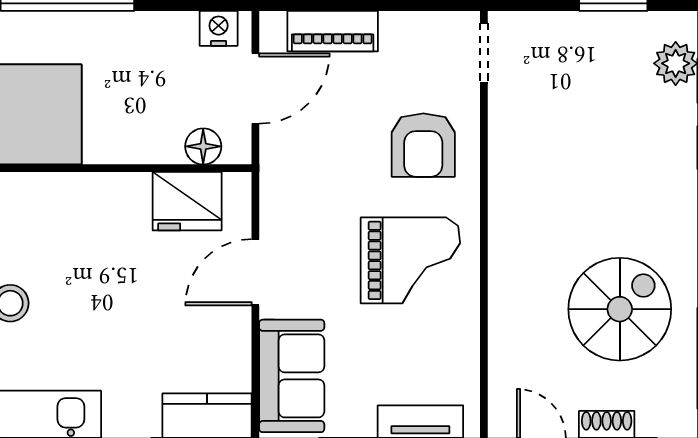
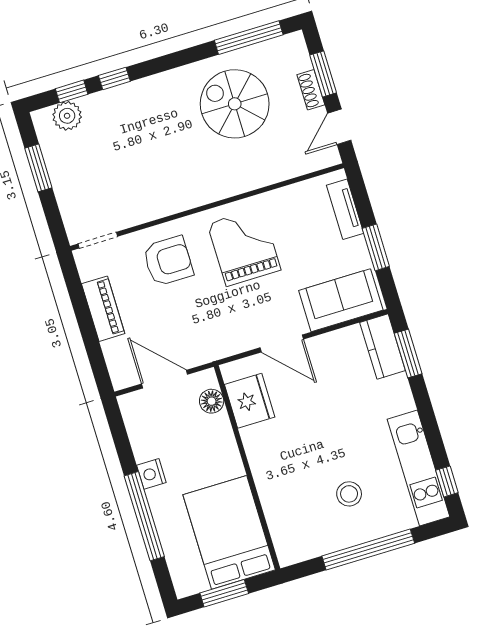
nightstand: (219, 28) -> (151, 474), moved
piano: (333, 31) -> (103, 309), moved

